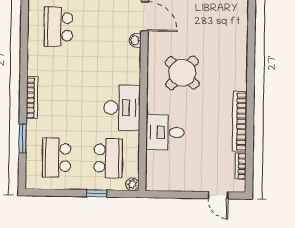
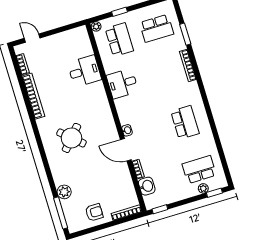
round table: (182, 73) -> (71, 138), moved
desk: (122, 108) -> (122, 83), width x0.73
school desk: (57, 157) -> (157, 28), turned 90
school desk: (108, 158) -> (119, 40), turned 180

